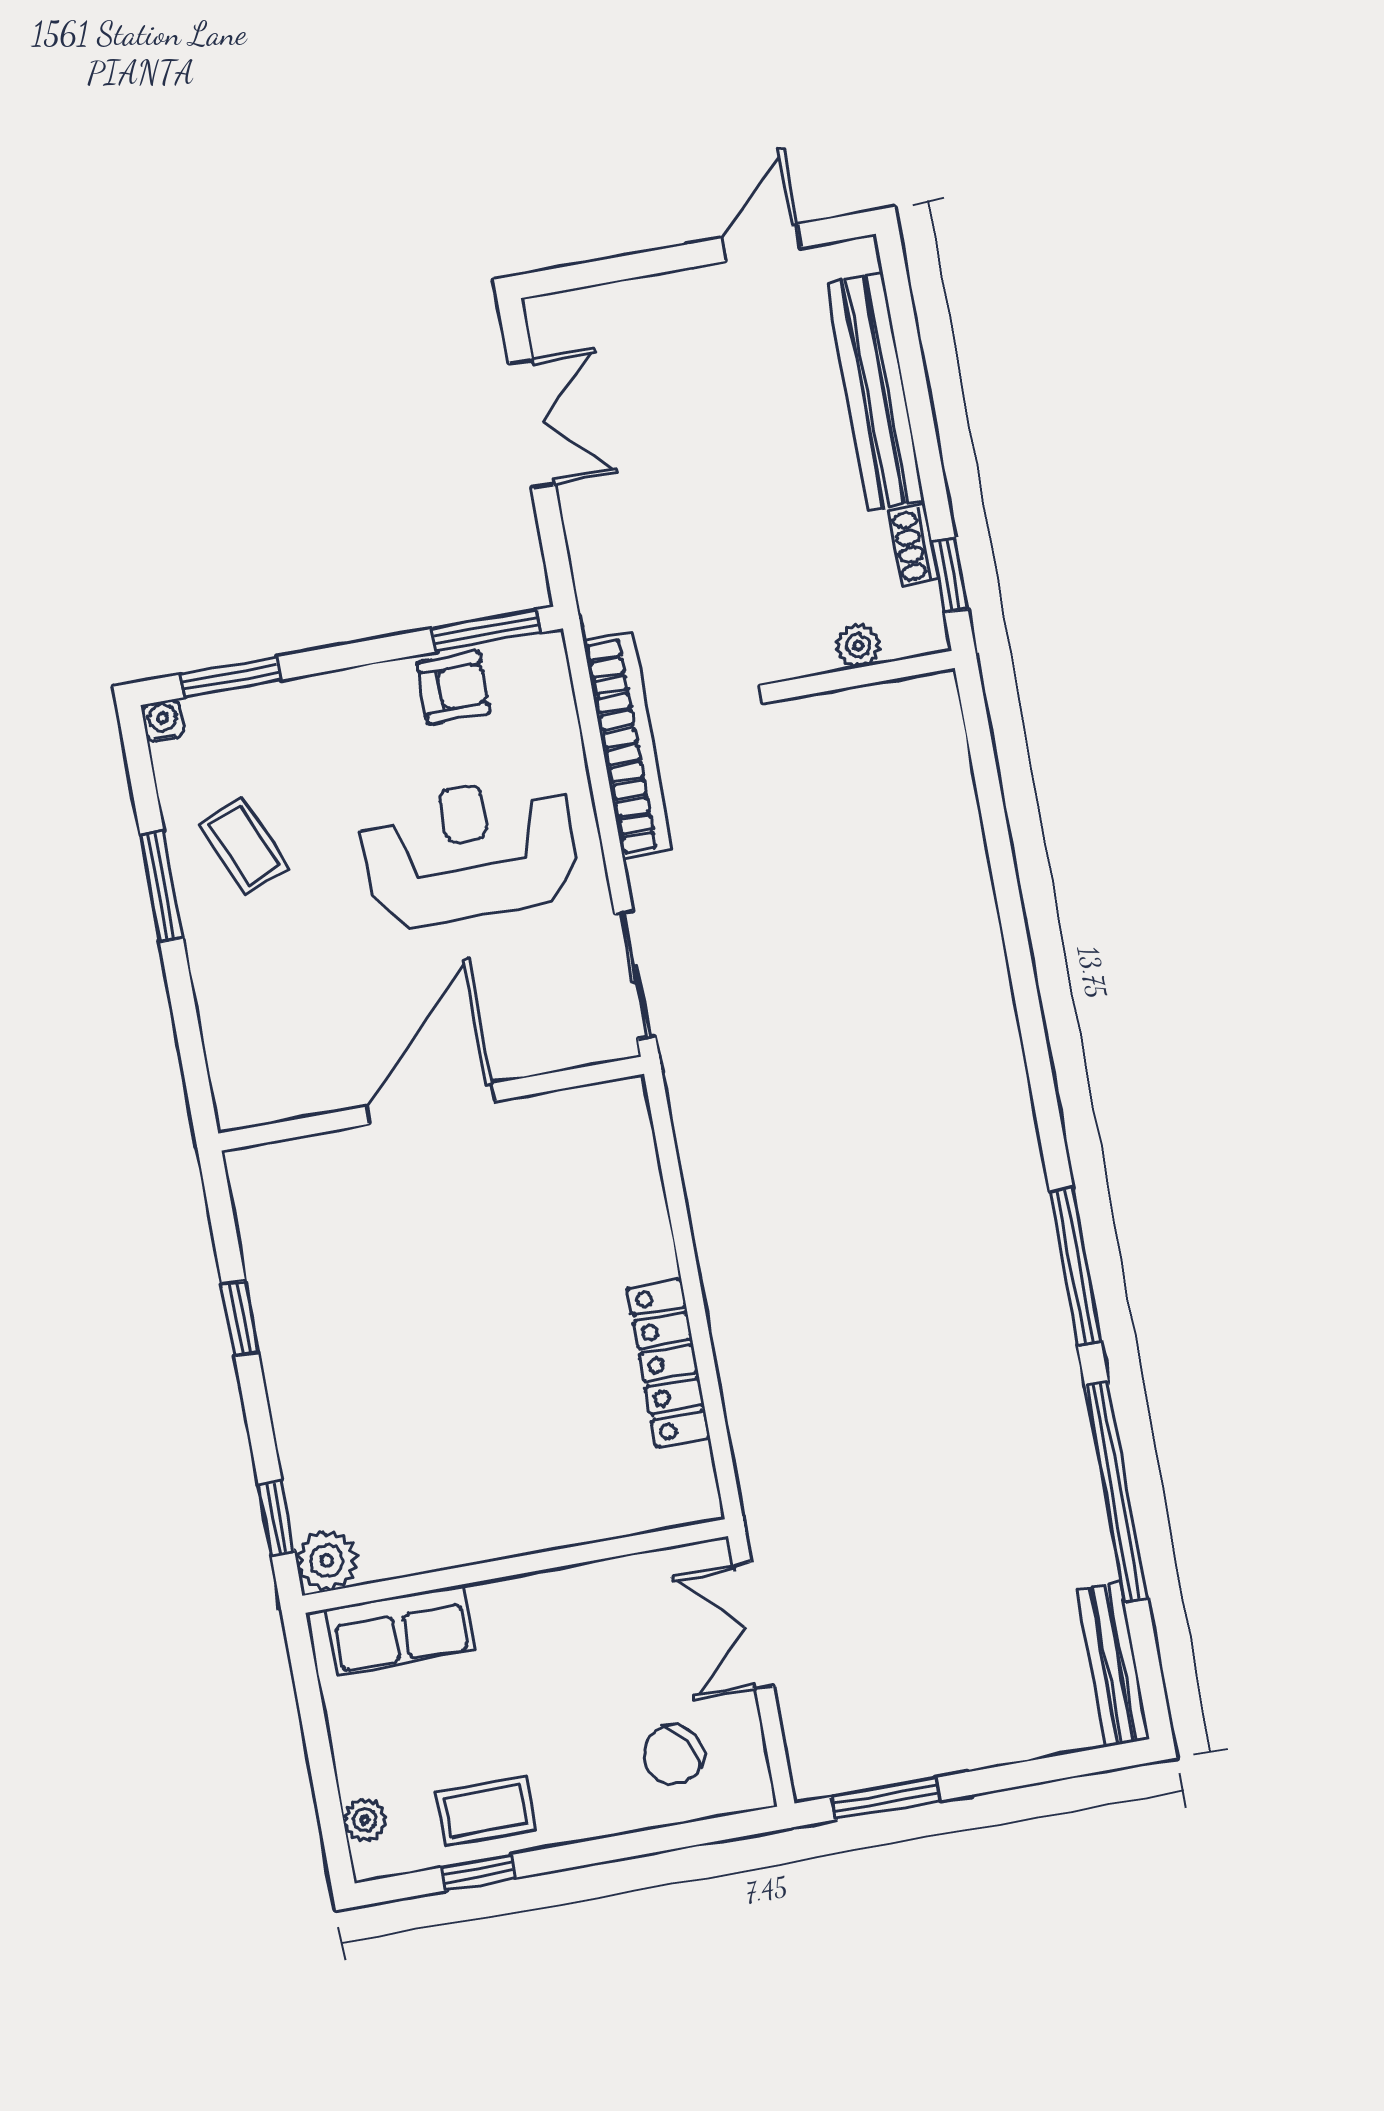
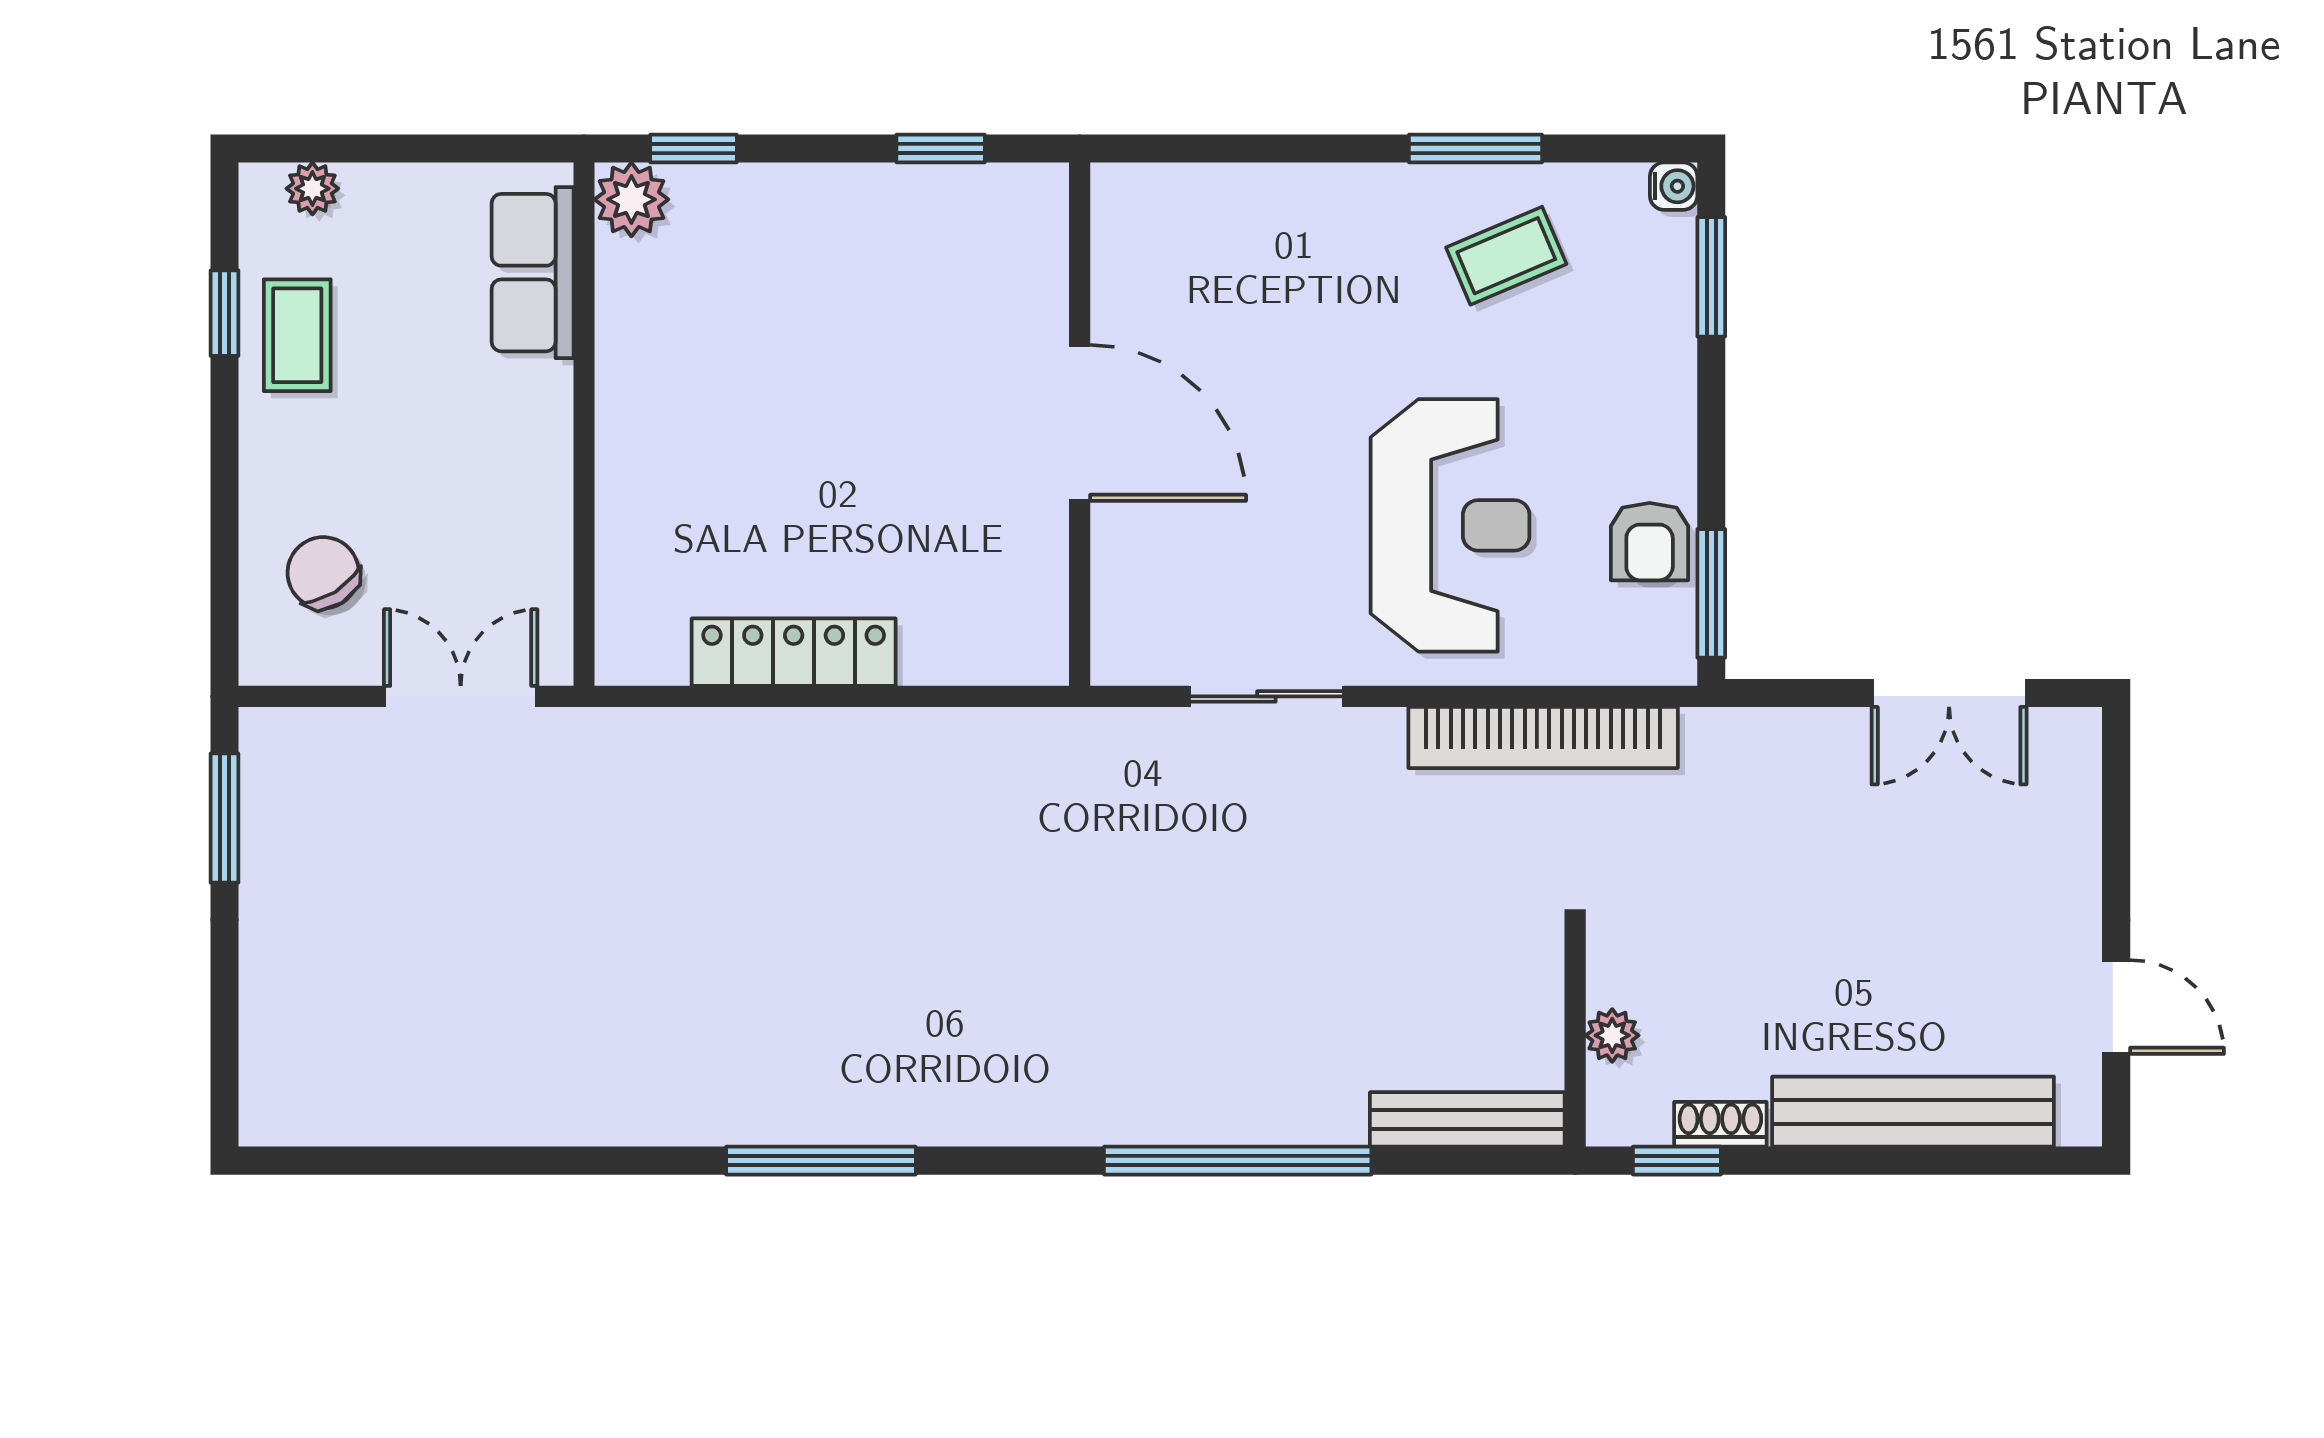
door: (430, 1104) -> (1080, 423), moved
wall: (431, 1104) -> (1080, 424), moved
window: (1116, 1492) -> (1238, 1161), moved
bench: (1113, 1664) -> (1467, 1119), moved

